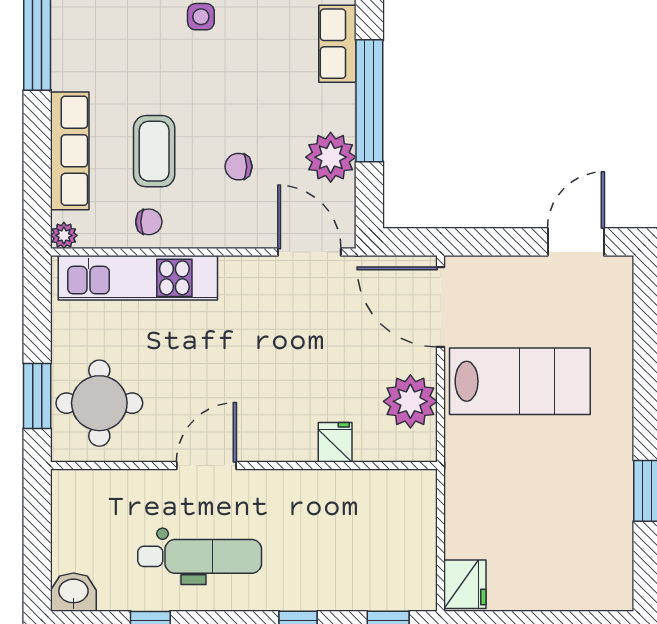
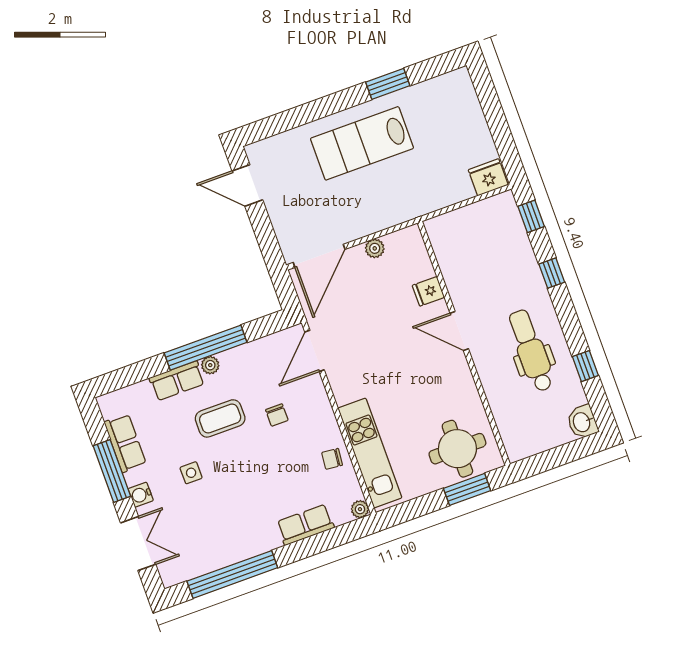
row of seats: (70, 151) -> (305, 525), width x0.68
coffee table: (154, 151) -> (220, 418), moved
plant: (331, 157) -> (210, 365), moved, width x0.53, depth x0.53
chair: (149, 222) -> (332, 459), turned -84
lab bench: (520, 381) -> (362, 143), moved, turned -90
plant: (410, 401) -> (375, 248), width x0.53, depth x0.53
door: (206, 466) -> (459, 331), moved

